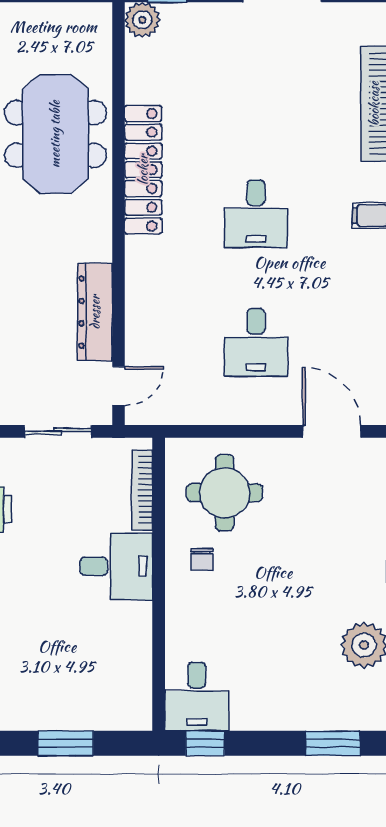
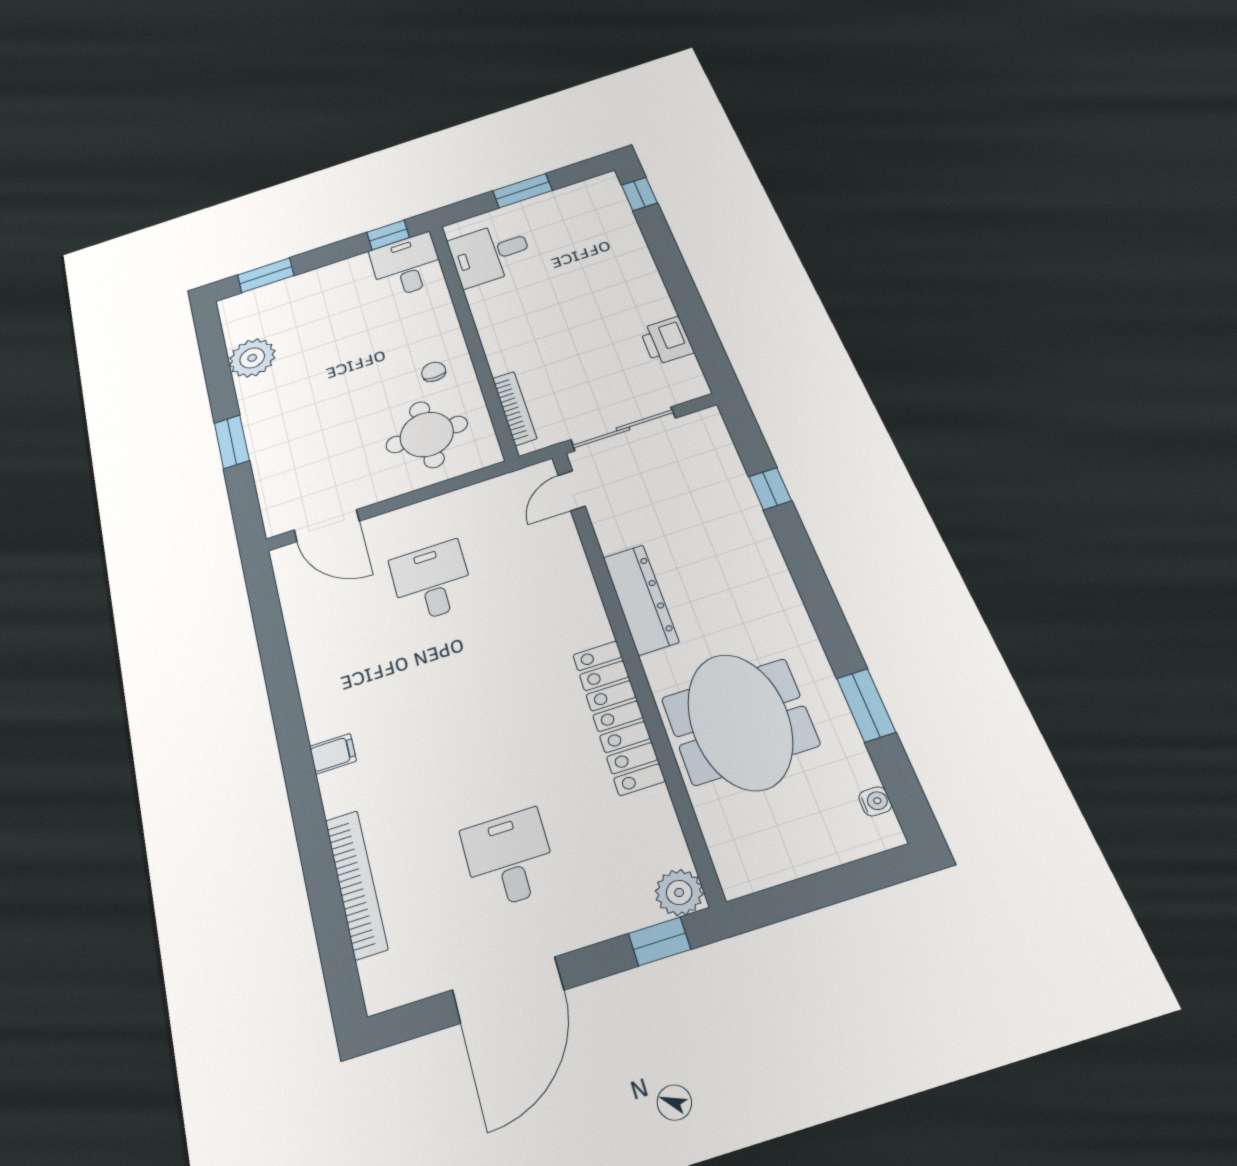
desk: (256, 214) -> (509, 859), moved
dresser: (95, 312) -> (640, 599), moved
sliding door: (58, 431) -> (623, 429), width x1.37
desk: (116, 566) -> (490, 254), moved

